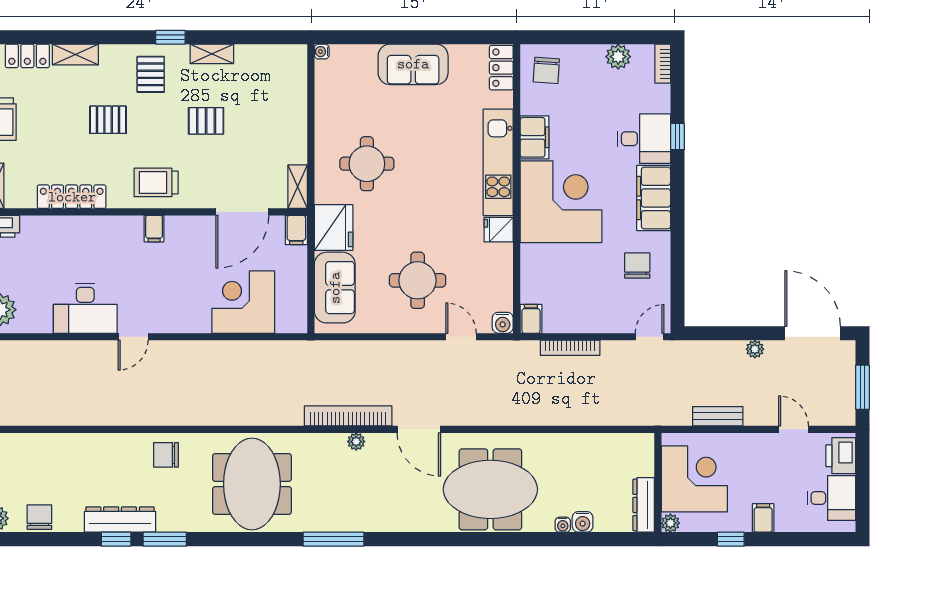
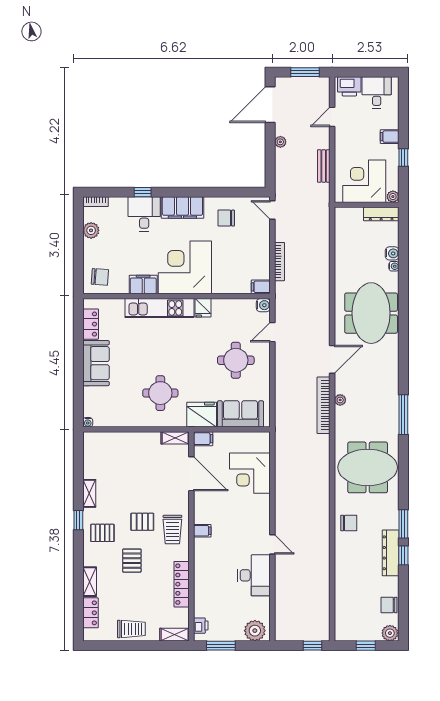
locker: (501, 68) -> (91, 324), moved, turned -90
pallet: (206, 121) -> (142, 522), moved, turned 90
chair: (166, 455) -> (349, 523), turned -90

